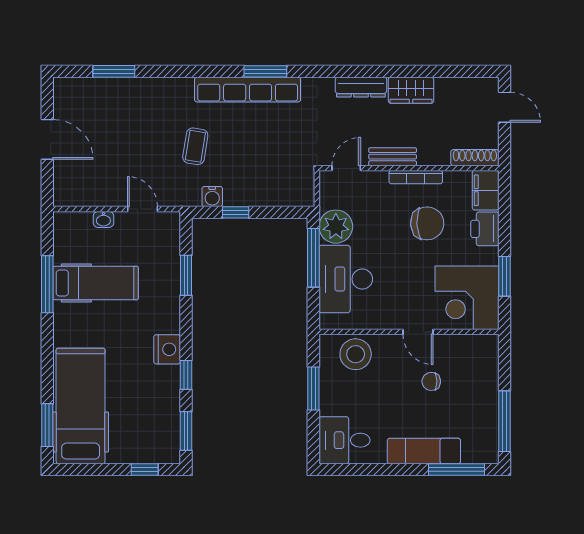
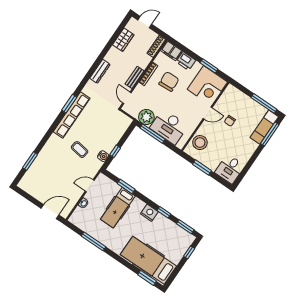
wardrobe: (411, 90) -> (123, 40), moved
door: (47, 139) -> (50, 212), moved
hospital bed: (95, 283) -> (118, 208), moved, turned 180
exam couch: (424, 451) -> (264, 127), moved

